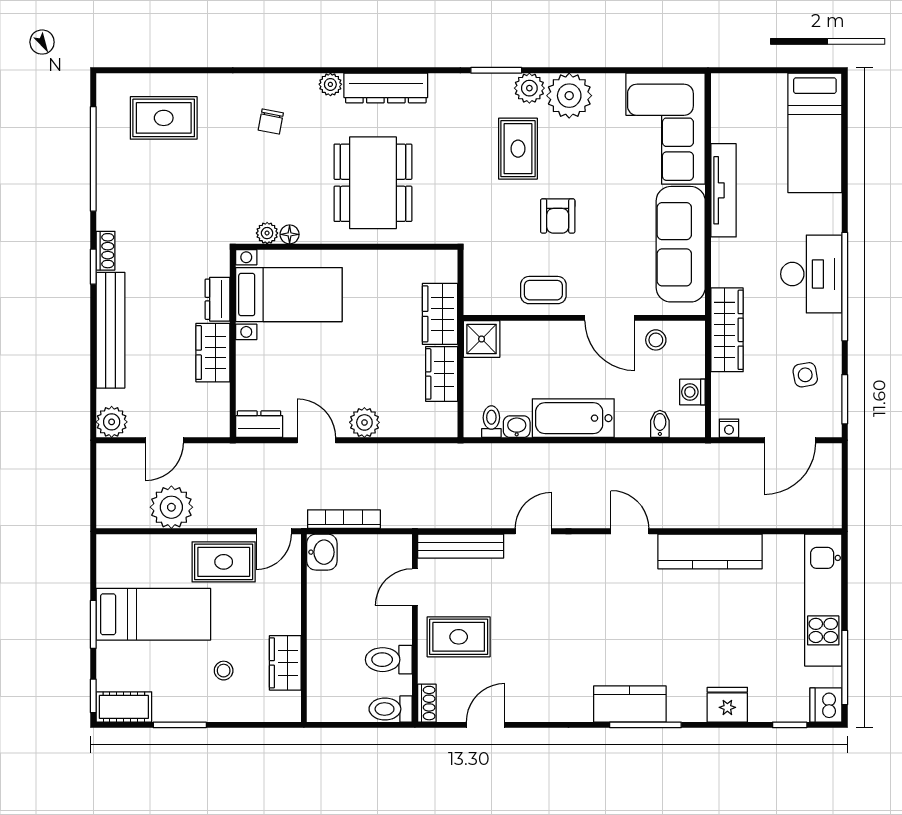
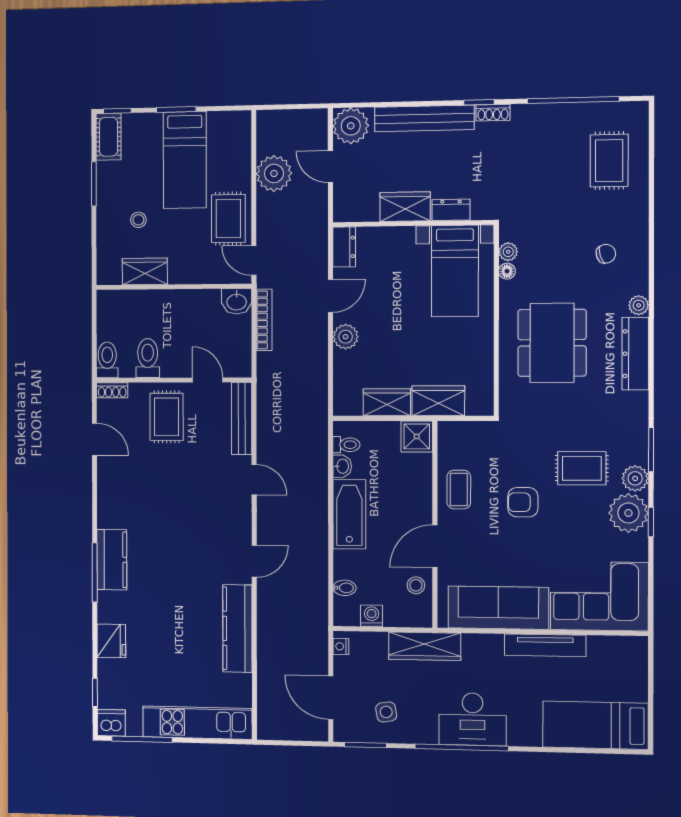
window: (579, 70) -> (651, 522), added
chair: (271, 122) -> (606, 254), turned 151
dining table: (373, 183) -> (552, 343), turned 90
plant: (112, 422) -> (351, 126), width x1.36, depth x1.36

